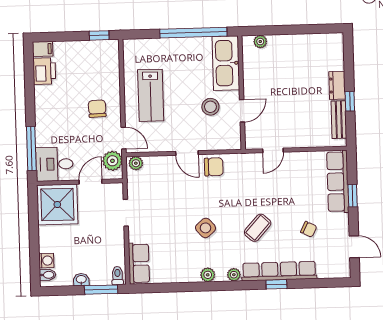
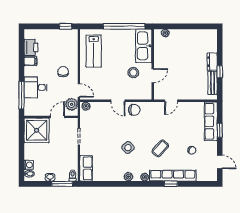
filing cabinet: (43, 49) -> (30, 61), moved
lab bench: (151, 95) -> (94, 51), moved
desk: (54, 164) -> (36, 87), moved

